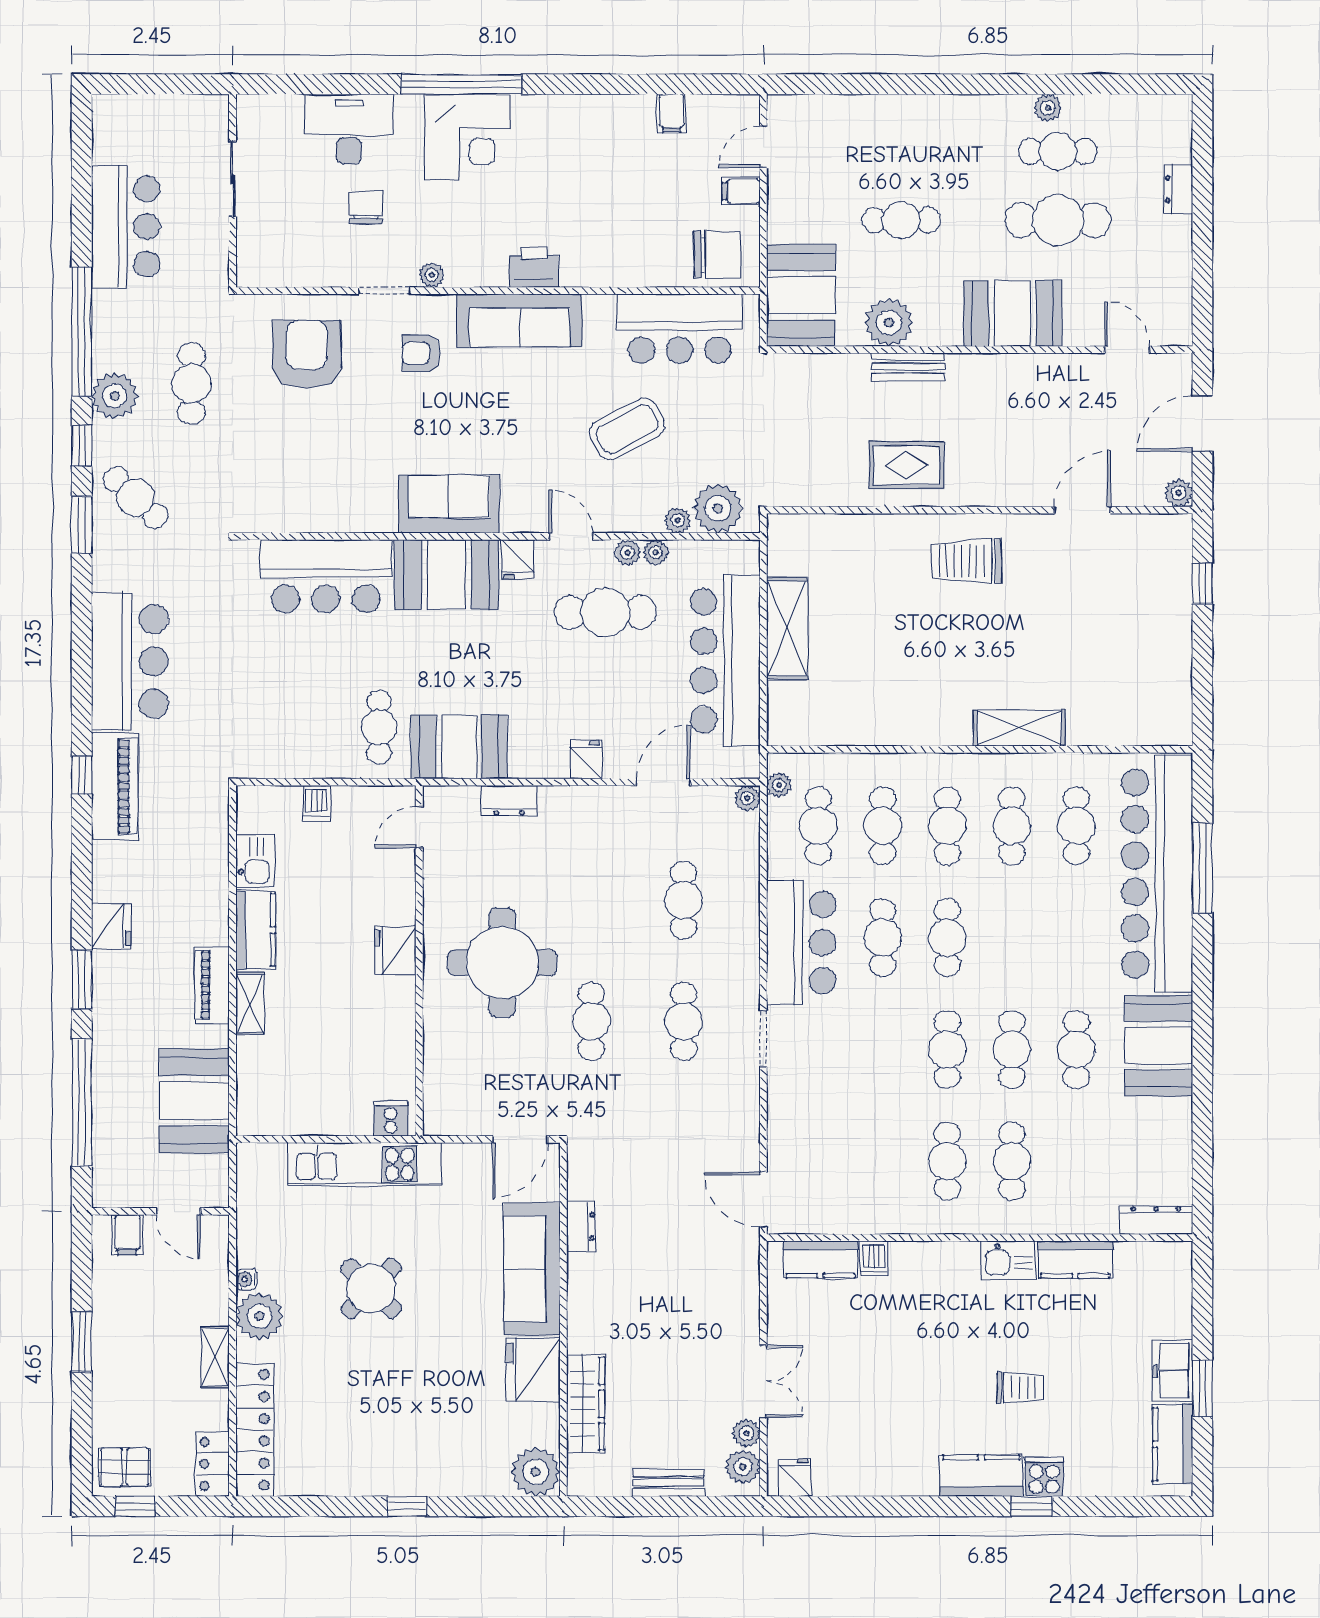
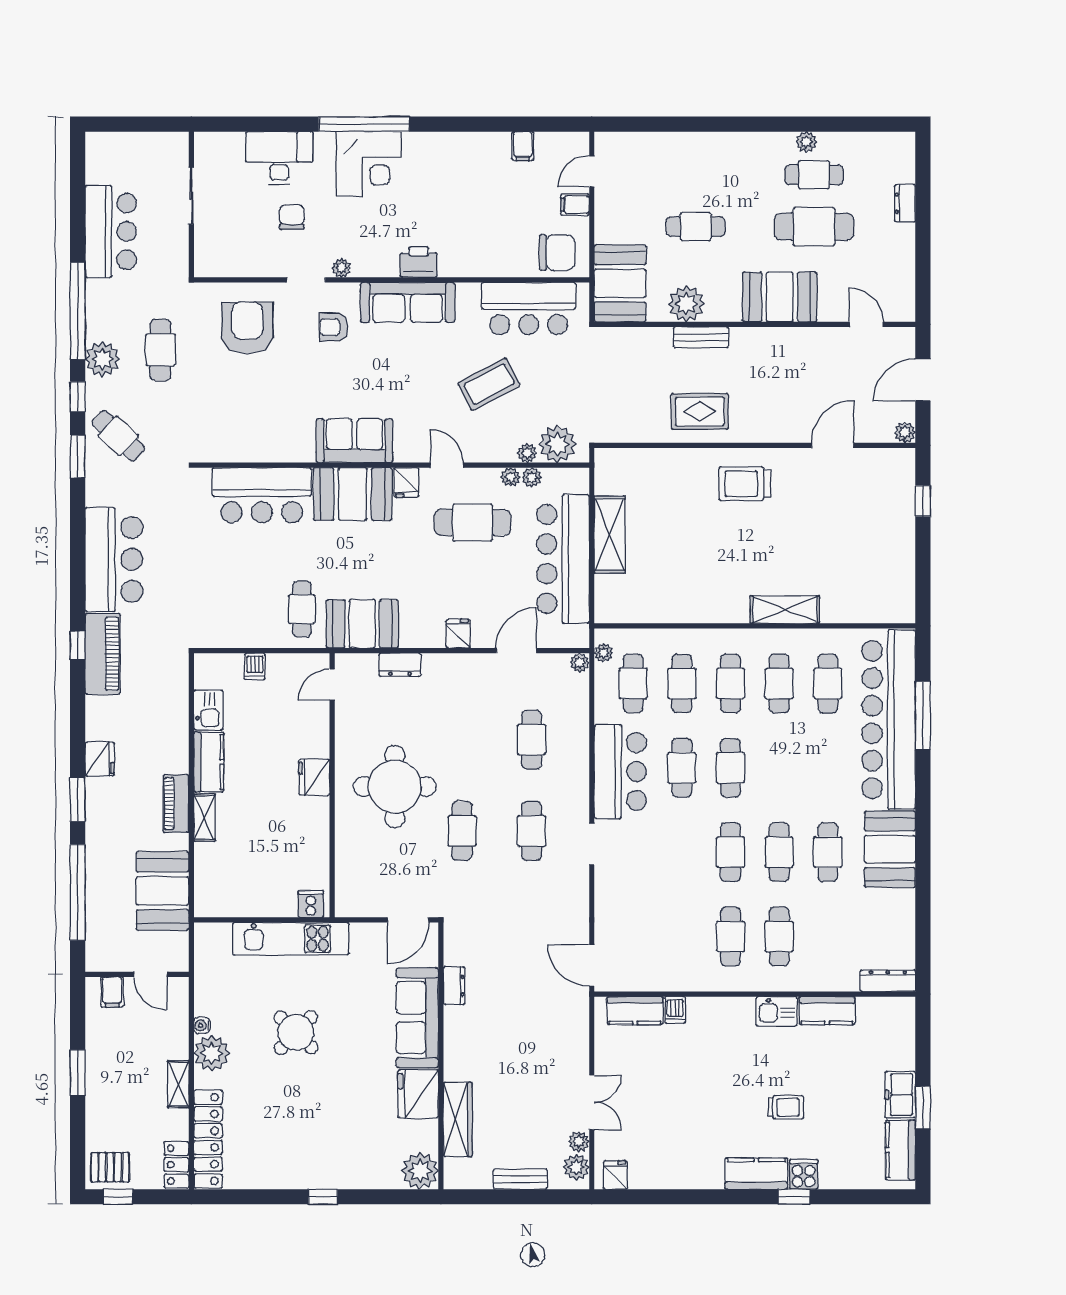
plant: (627, 553) -> (532, 477), moved

